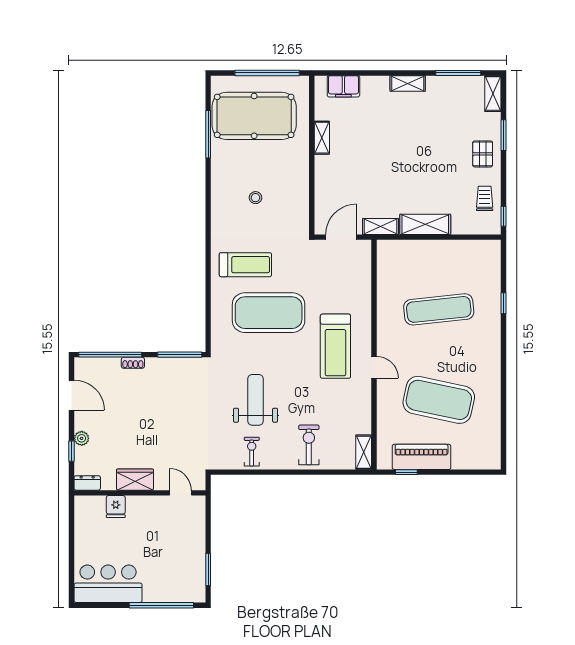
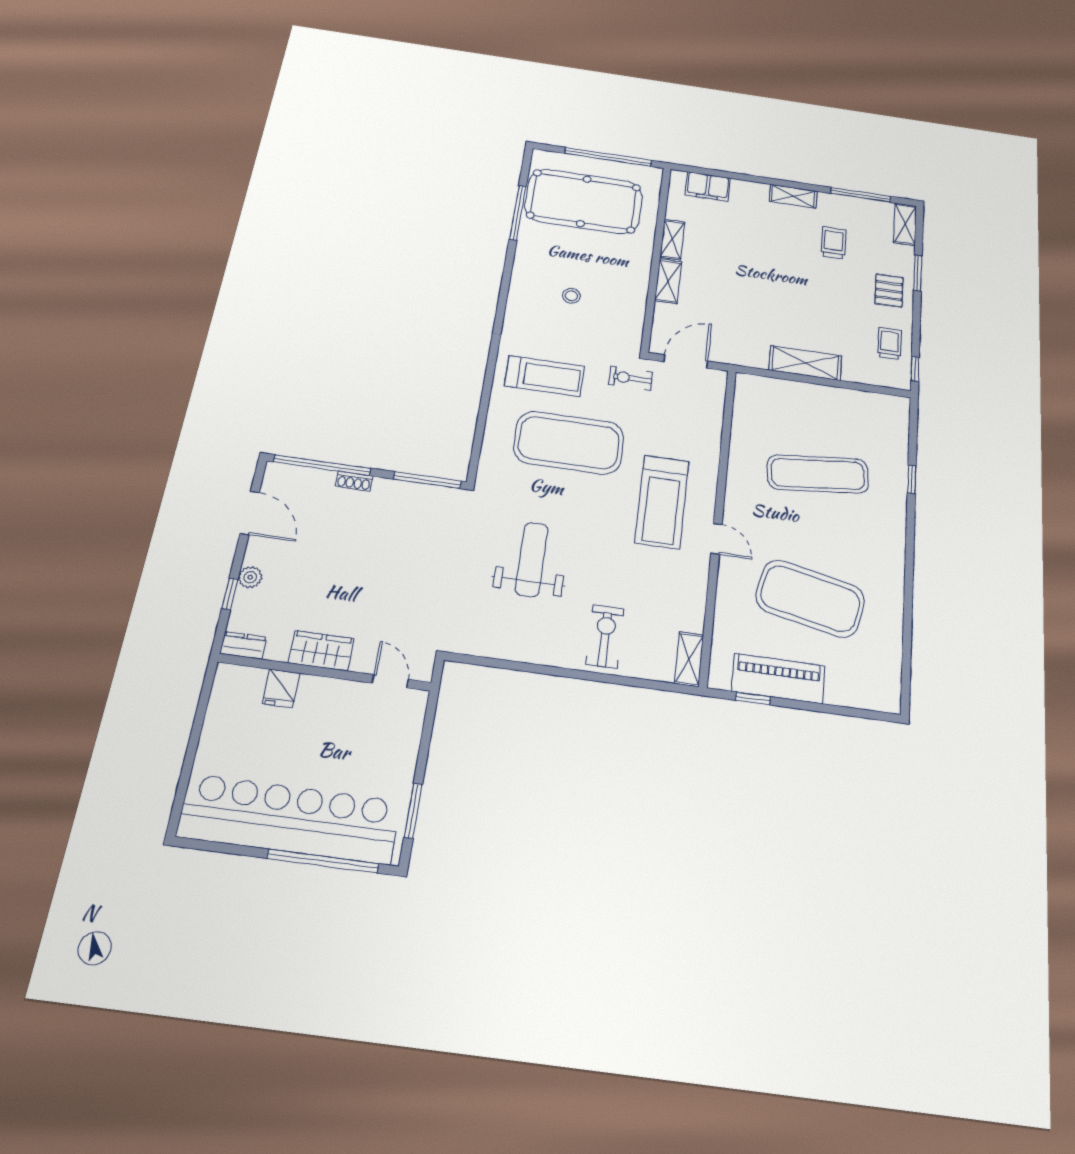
trolley: (440, 120) -> (834, 243), added
shelving: (381, 226) -> (668, 281), moved, turned 90
exercise bike: (252, 452) -> (631, 378), moved, turned -90
bar counter: (108, 584) -> (289, 819), width x1.86

